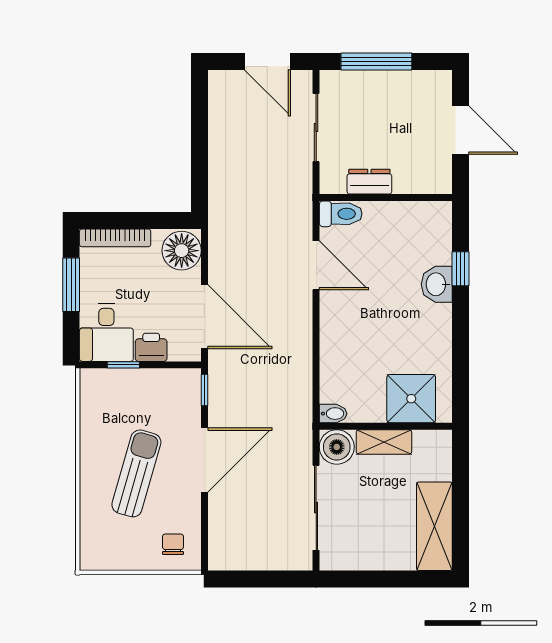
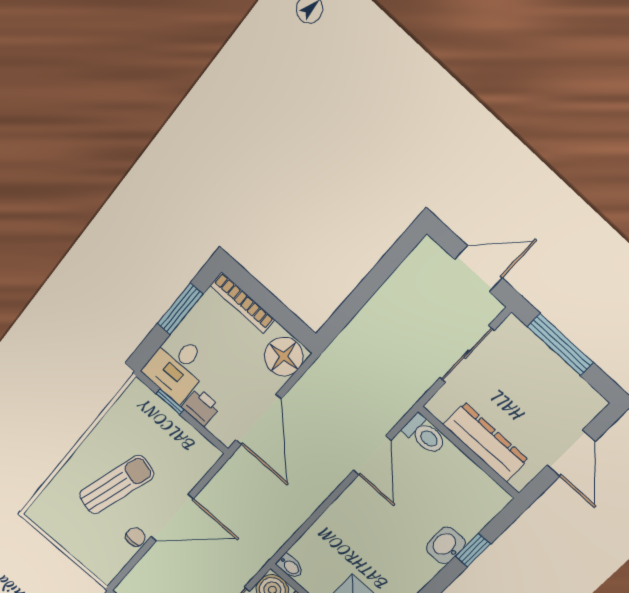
door: (267, 61) -> (478, 269), swing flipped
dresser: (369, 182) -> (486, 442), width x1.96, depth x1.24
window: (204, 390) -> (213, 471), removed
chair: (173, 544) -> (135, 537), moved

